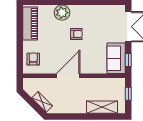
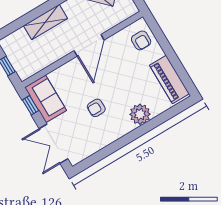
armchair: (76, 34) -> (96, 108), moved
shelving: (102, 107) -> (45, 22), moved

